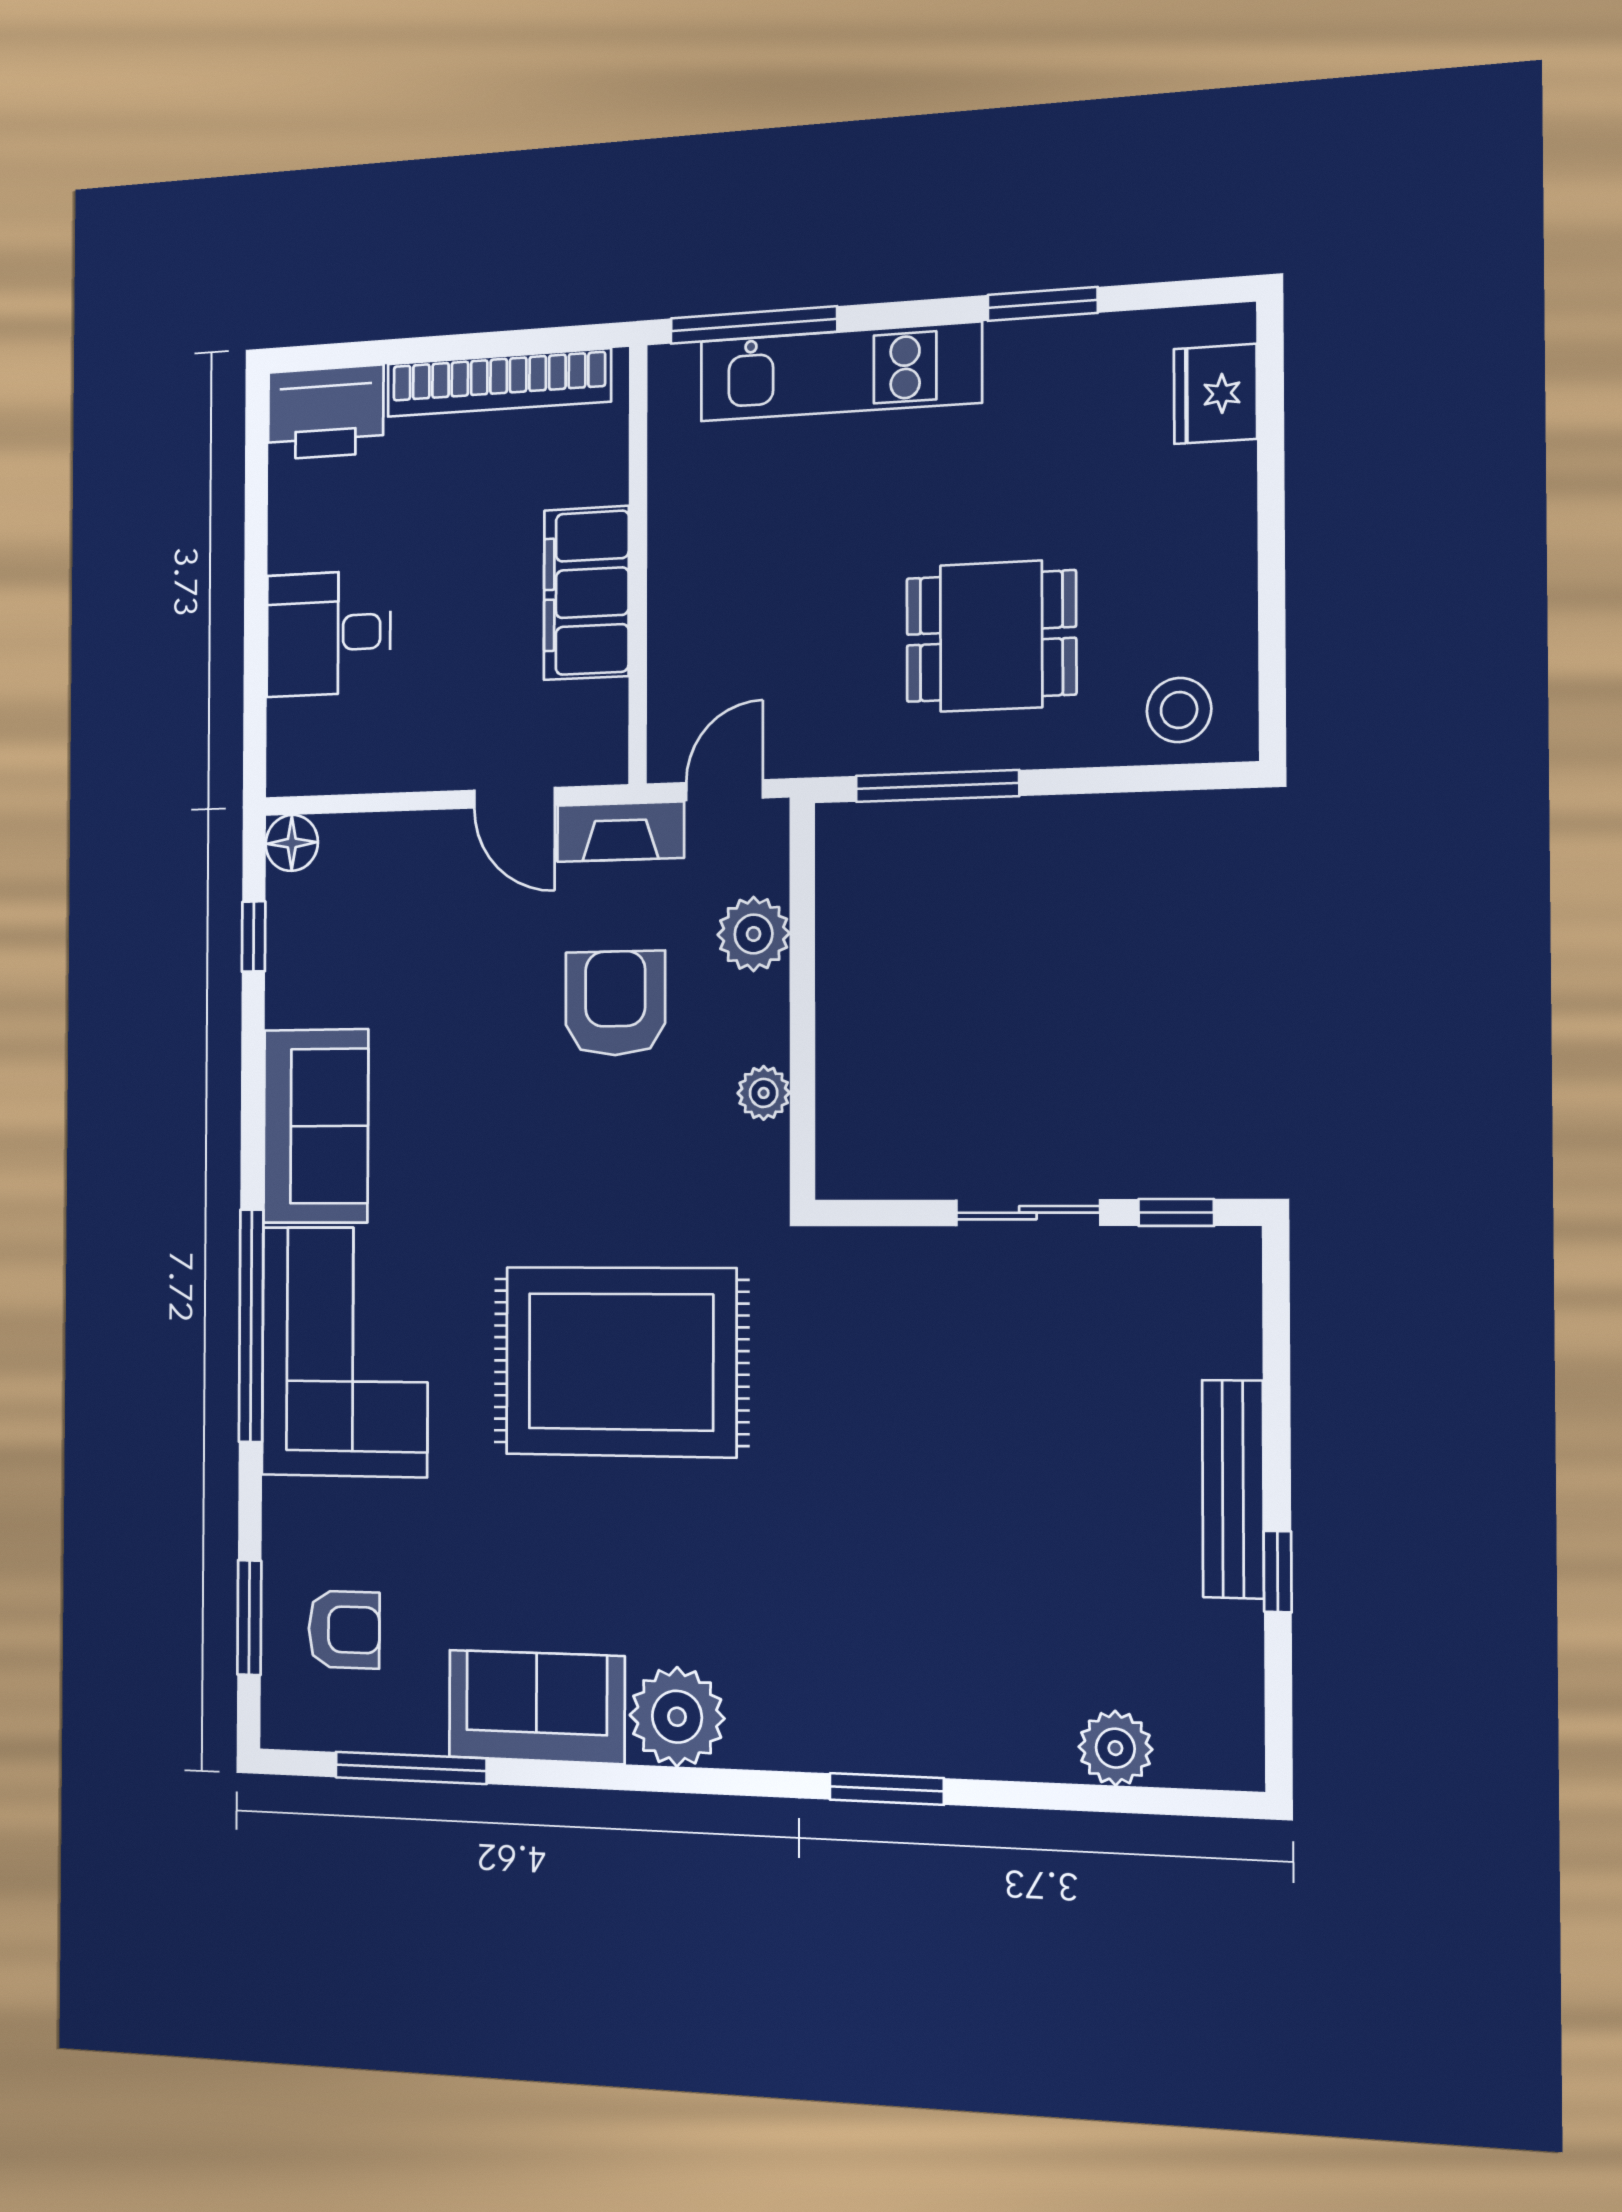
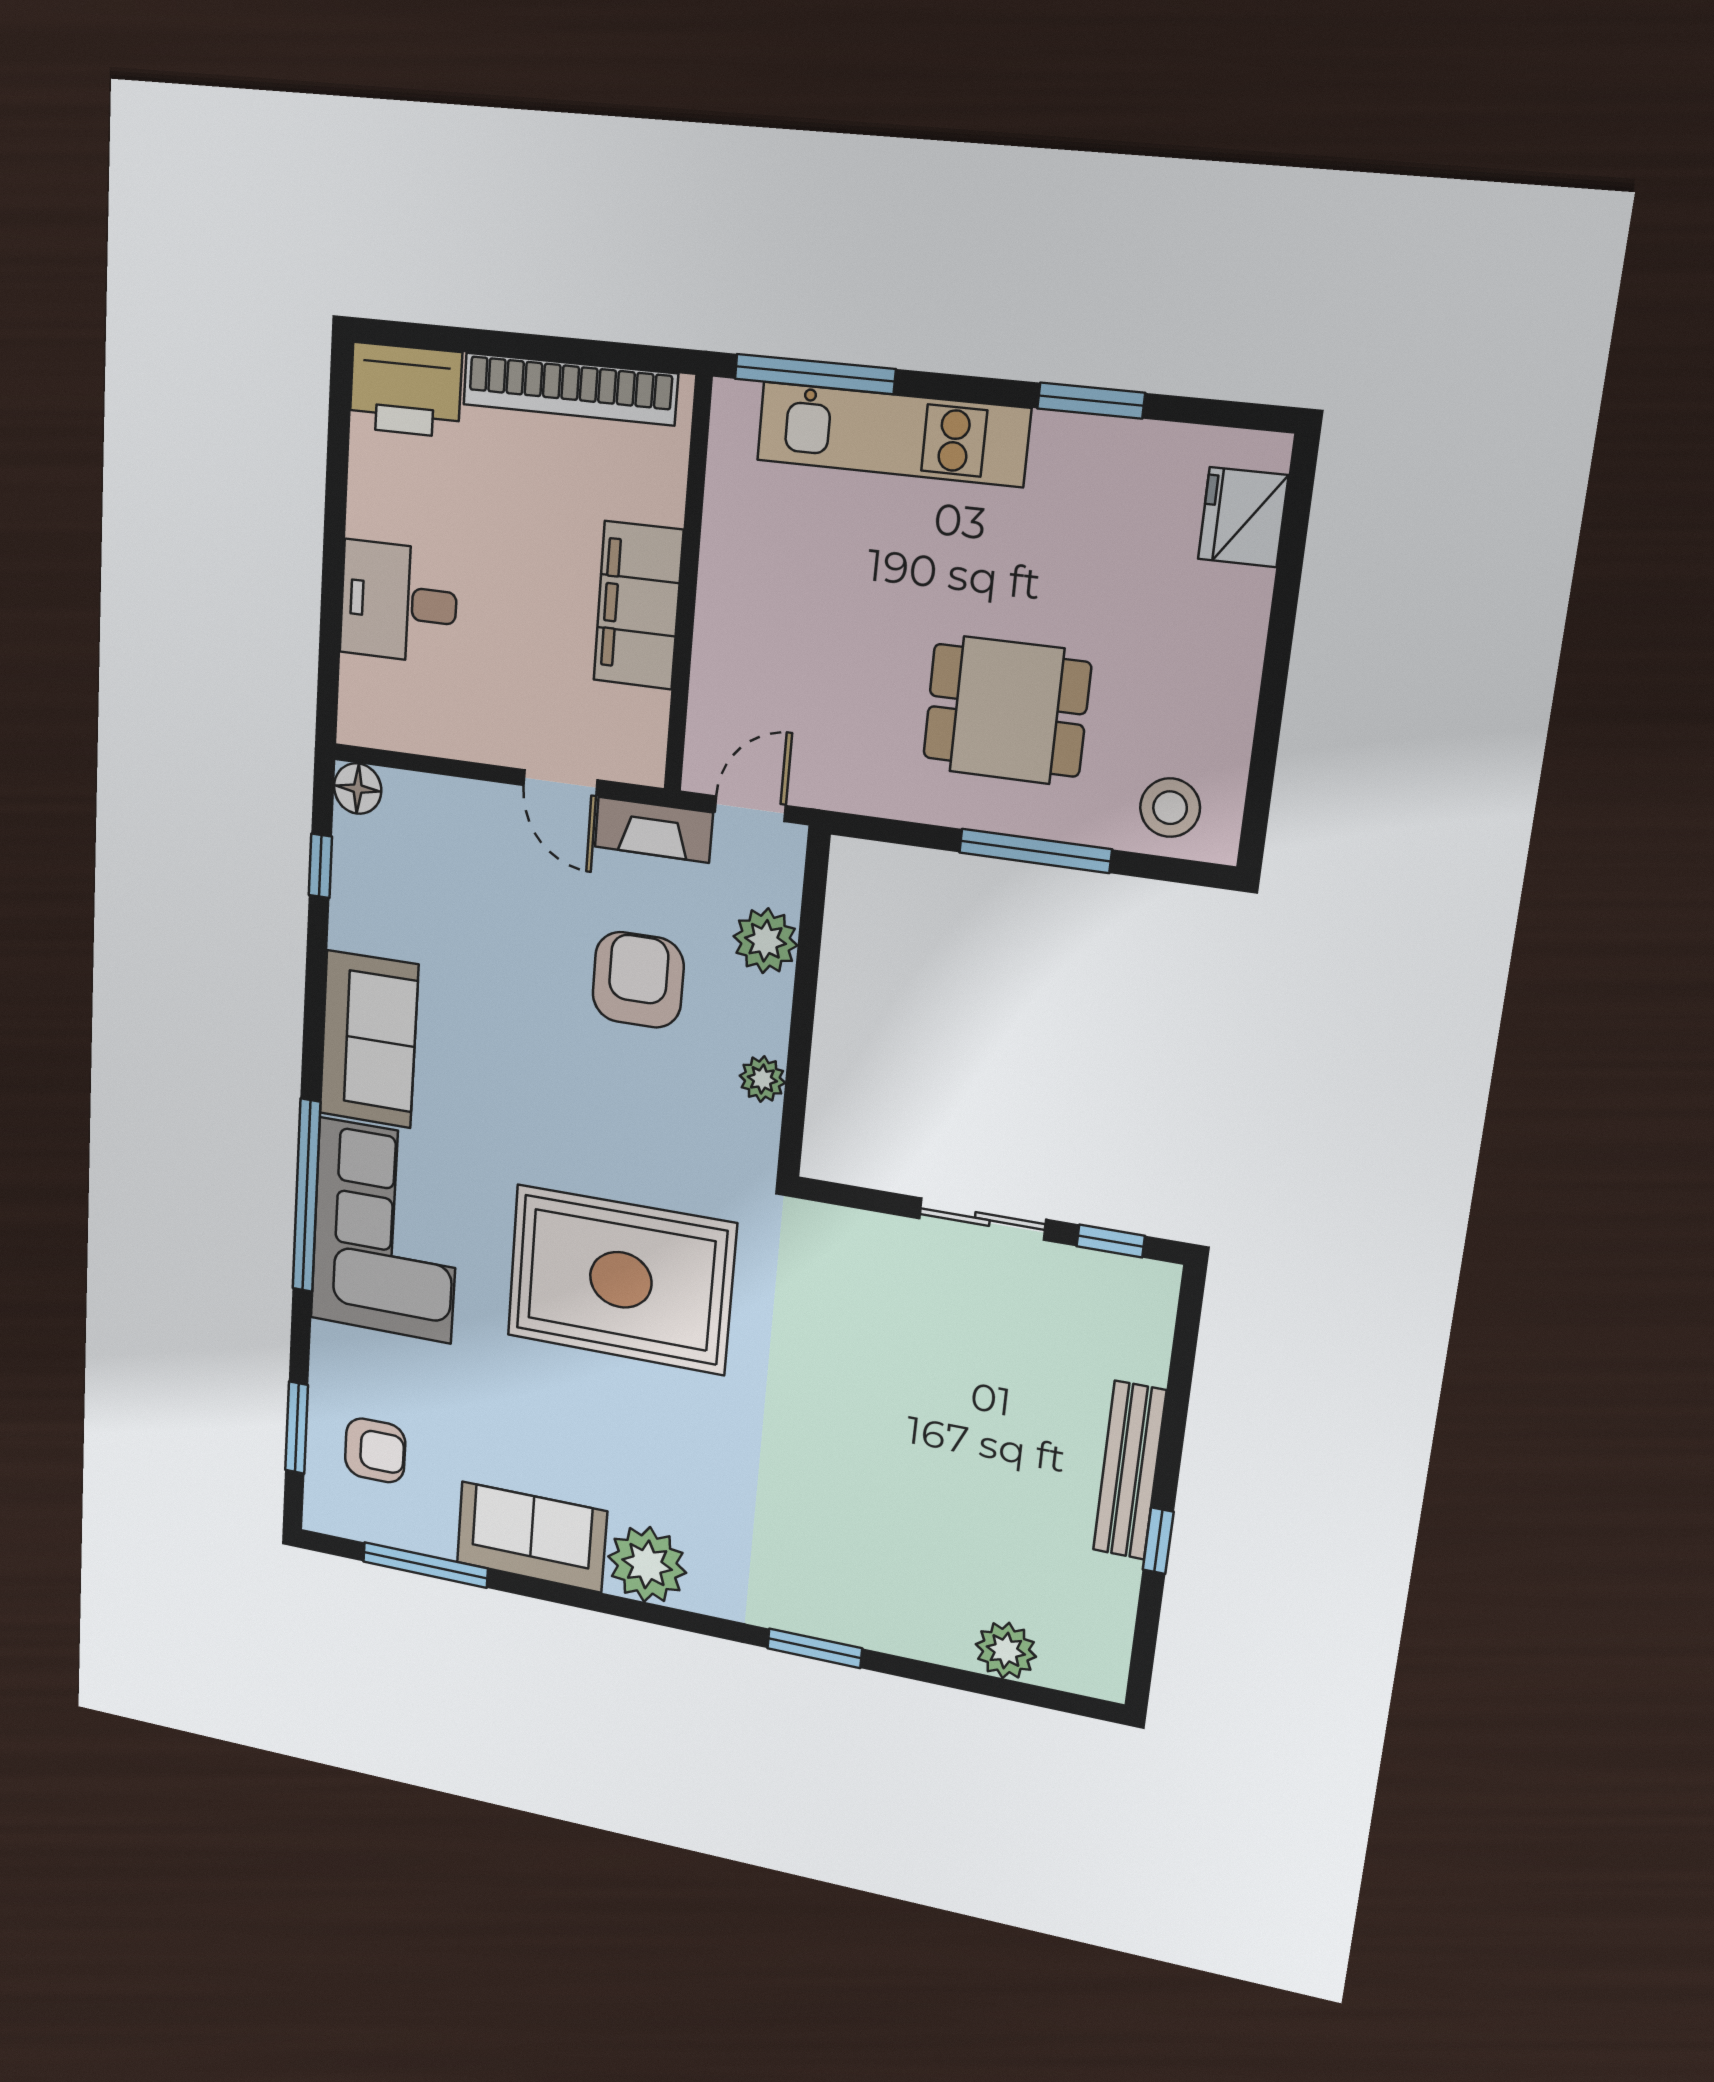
window: (937, 786) -> (1035, 851), moved

